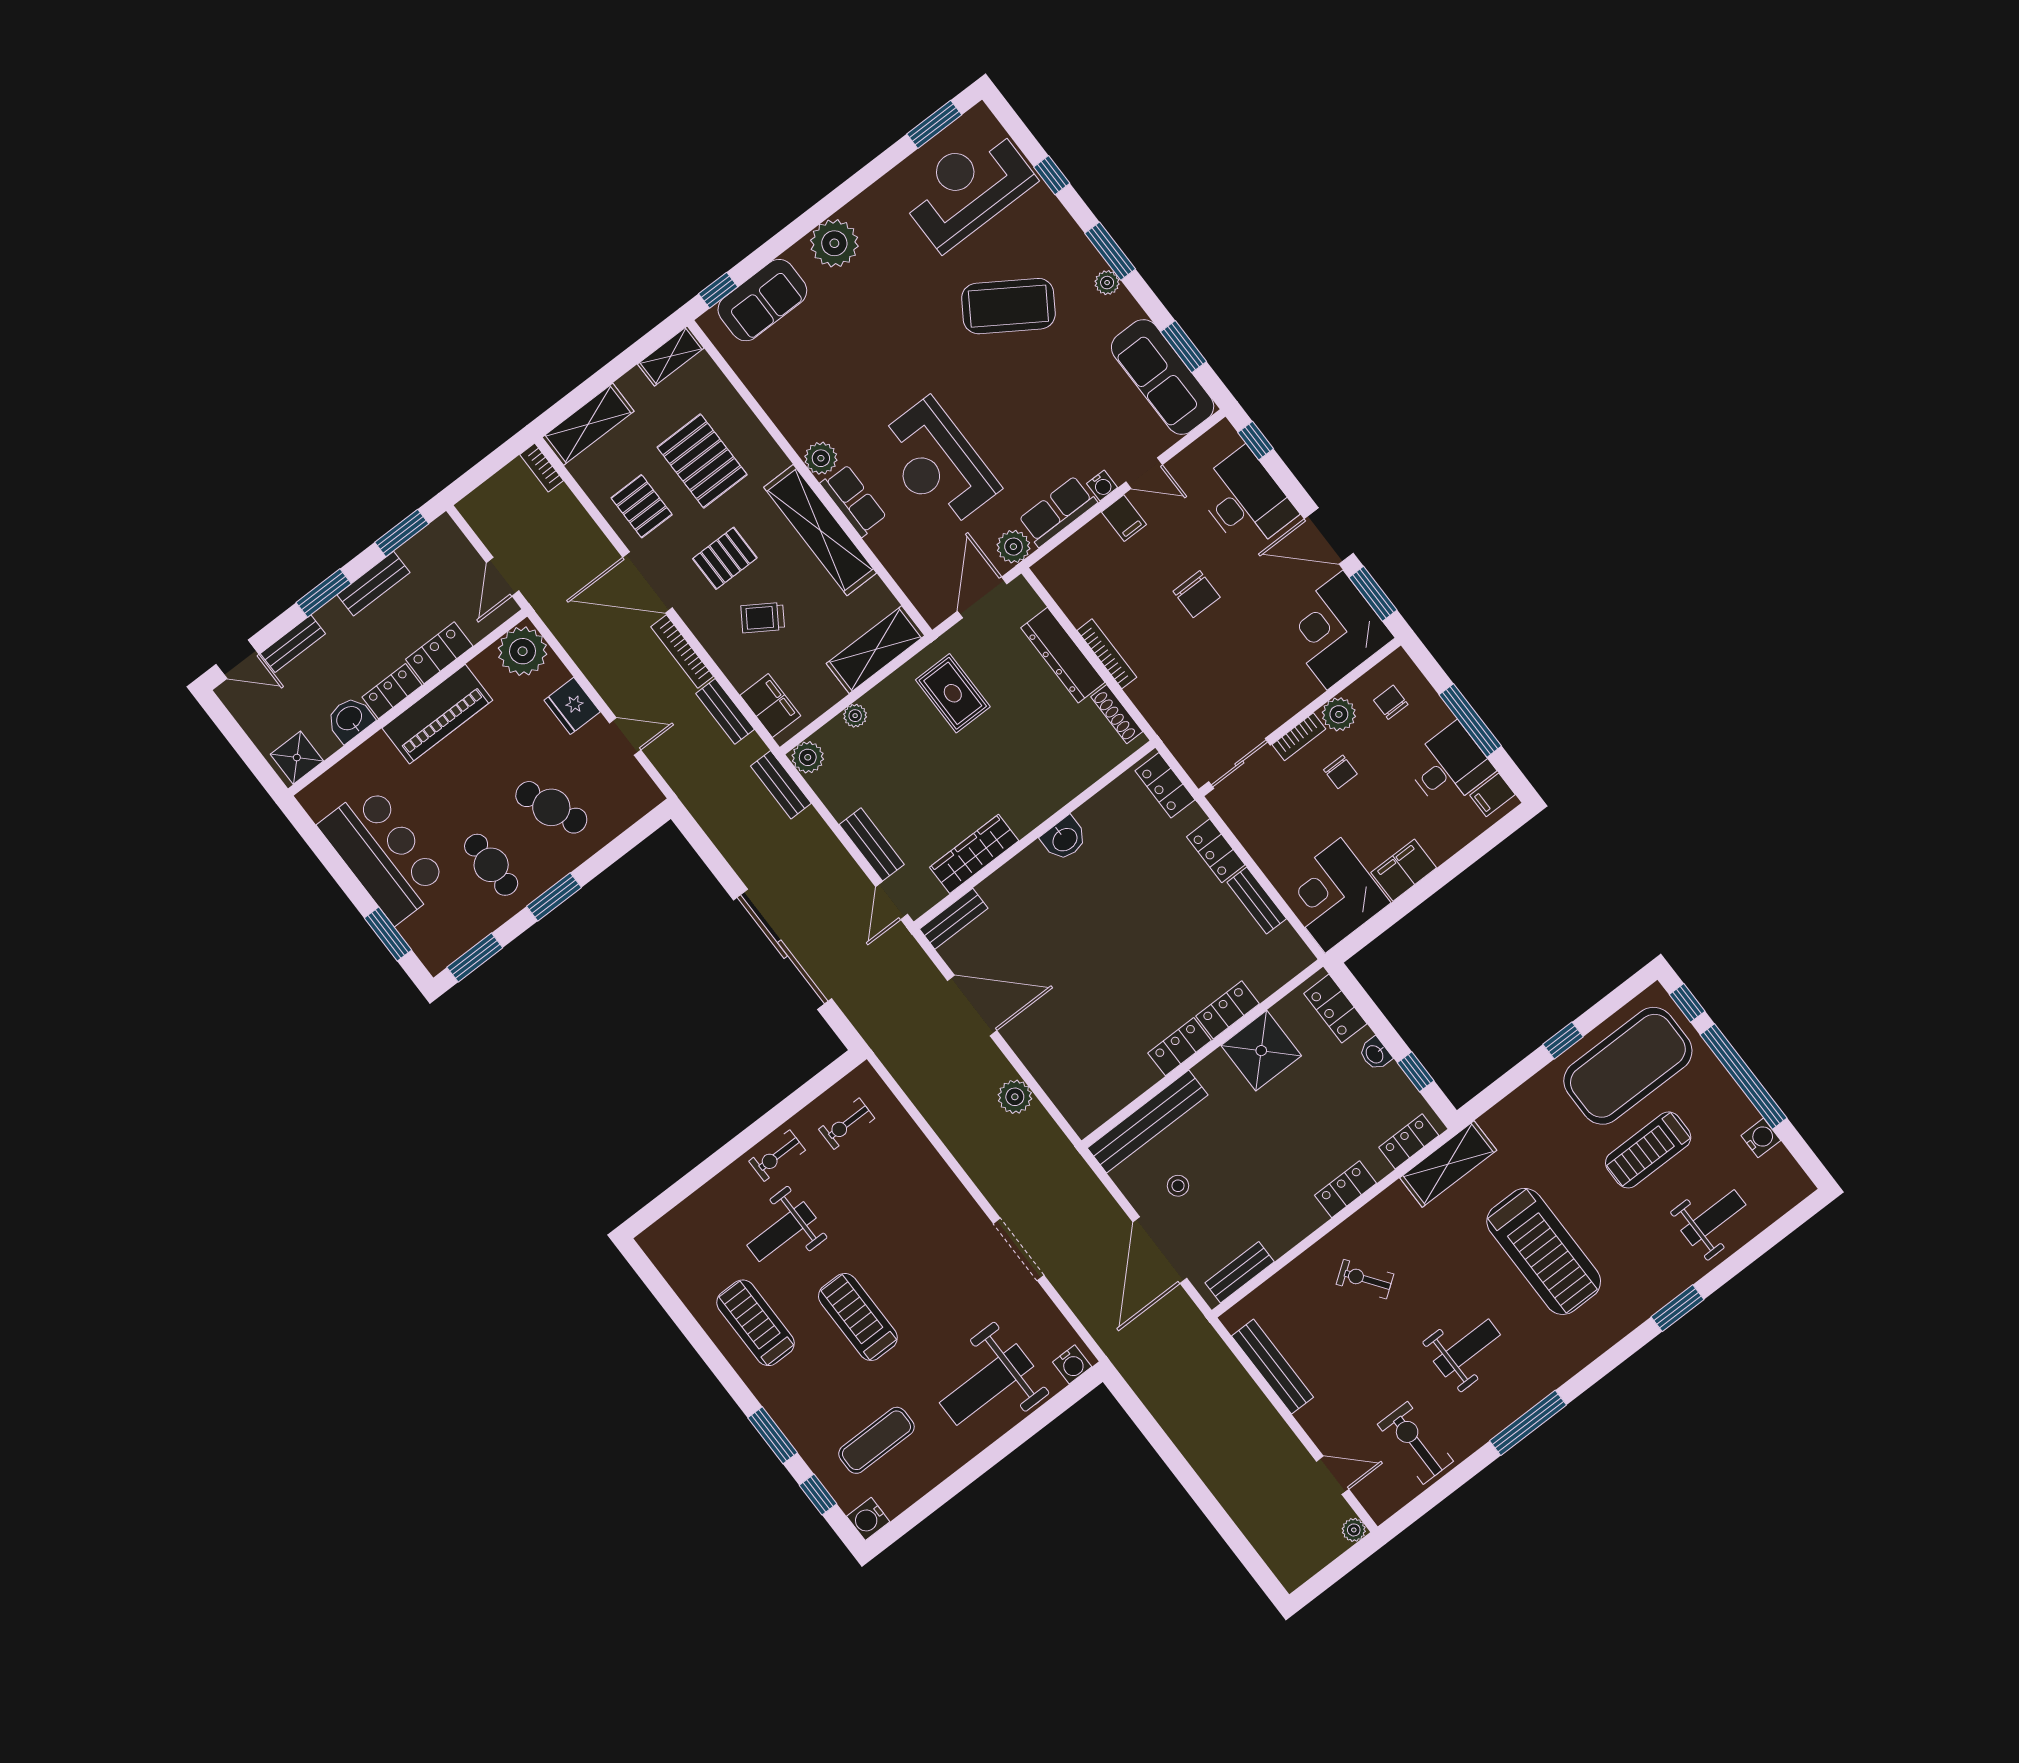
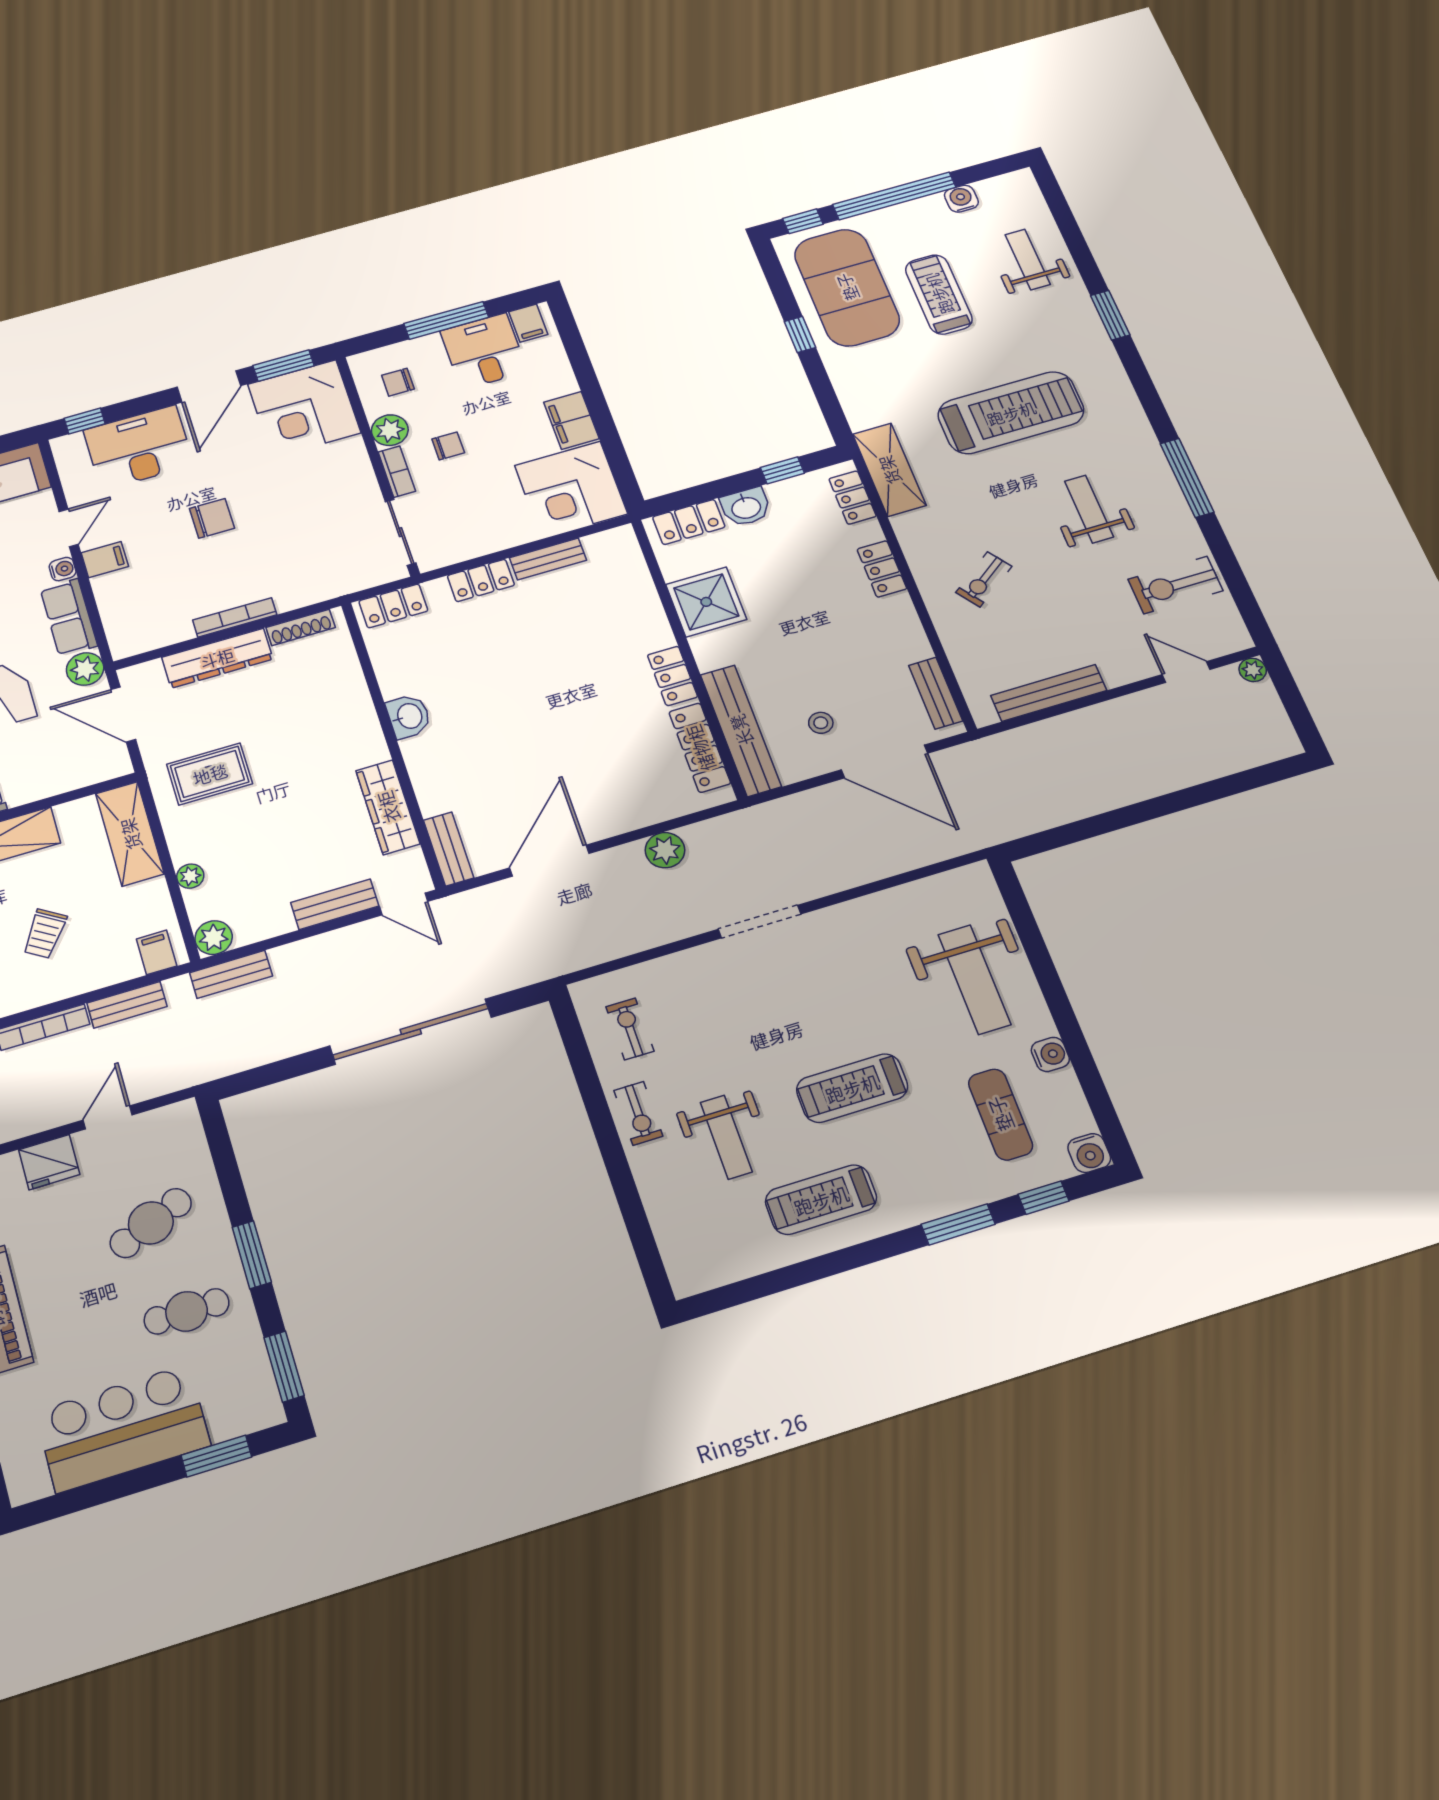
filing cabinet: (770, 706) -> (157, 952), width x0.50
locker: (1228, 1010) -> (700, 748), moved, width x1.53
washbasin: (1375, 1054) -> (746, 507), width x1.38, depth x1.45
exercise bike: (847, 1124) -> (630, 1029), turned 180
treadmill: (1648, 1150) -> (939, 294), turned 180
doorway: (1019, 1249) -> (759, 922), moved
water cooler: (1072, 1364) -> (1050, 1054), moved
door: (1333, 1475) -> (1186, 672), hinge flipped

